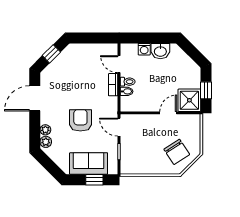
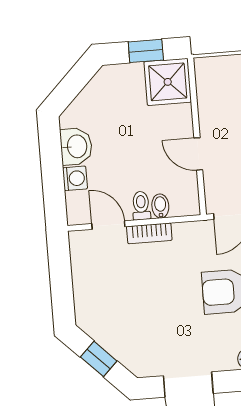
door: (119, 64) -> (108, 225), swing flipped
door: (168, 113) -> (198, 154), moved

